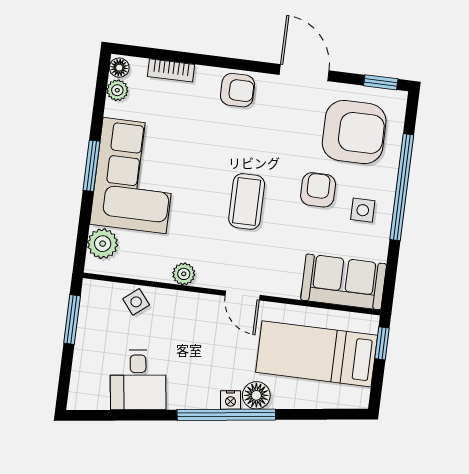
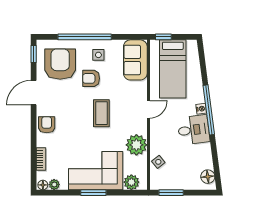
coffee table: (247, 201) -> (101, 113), turned 90
plant: (184, 274) -> (136, 145), width x1.88, depth x1.88
desk: (138, 380) -> (194, 130), moved
floor lamp: (256, 395) -> (208, 177), moved

